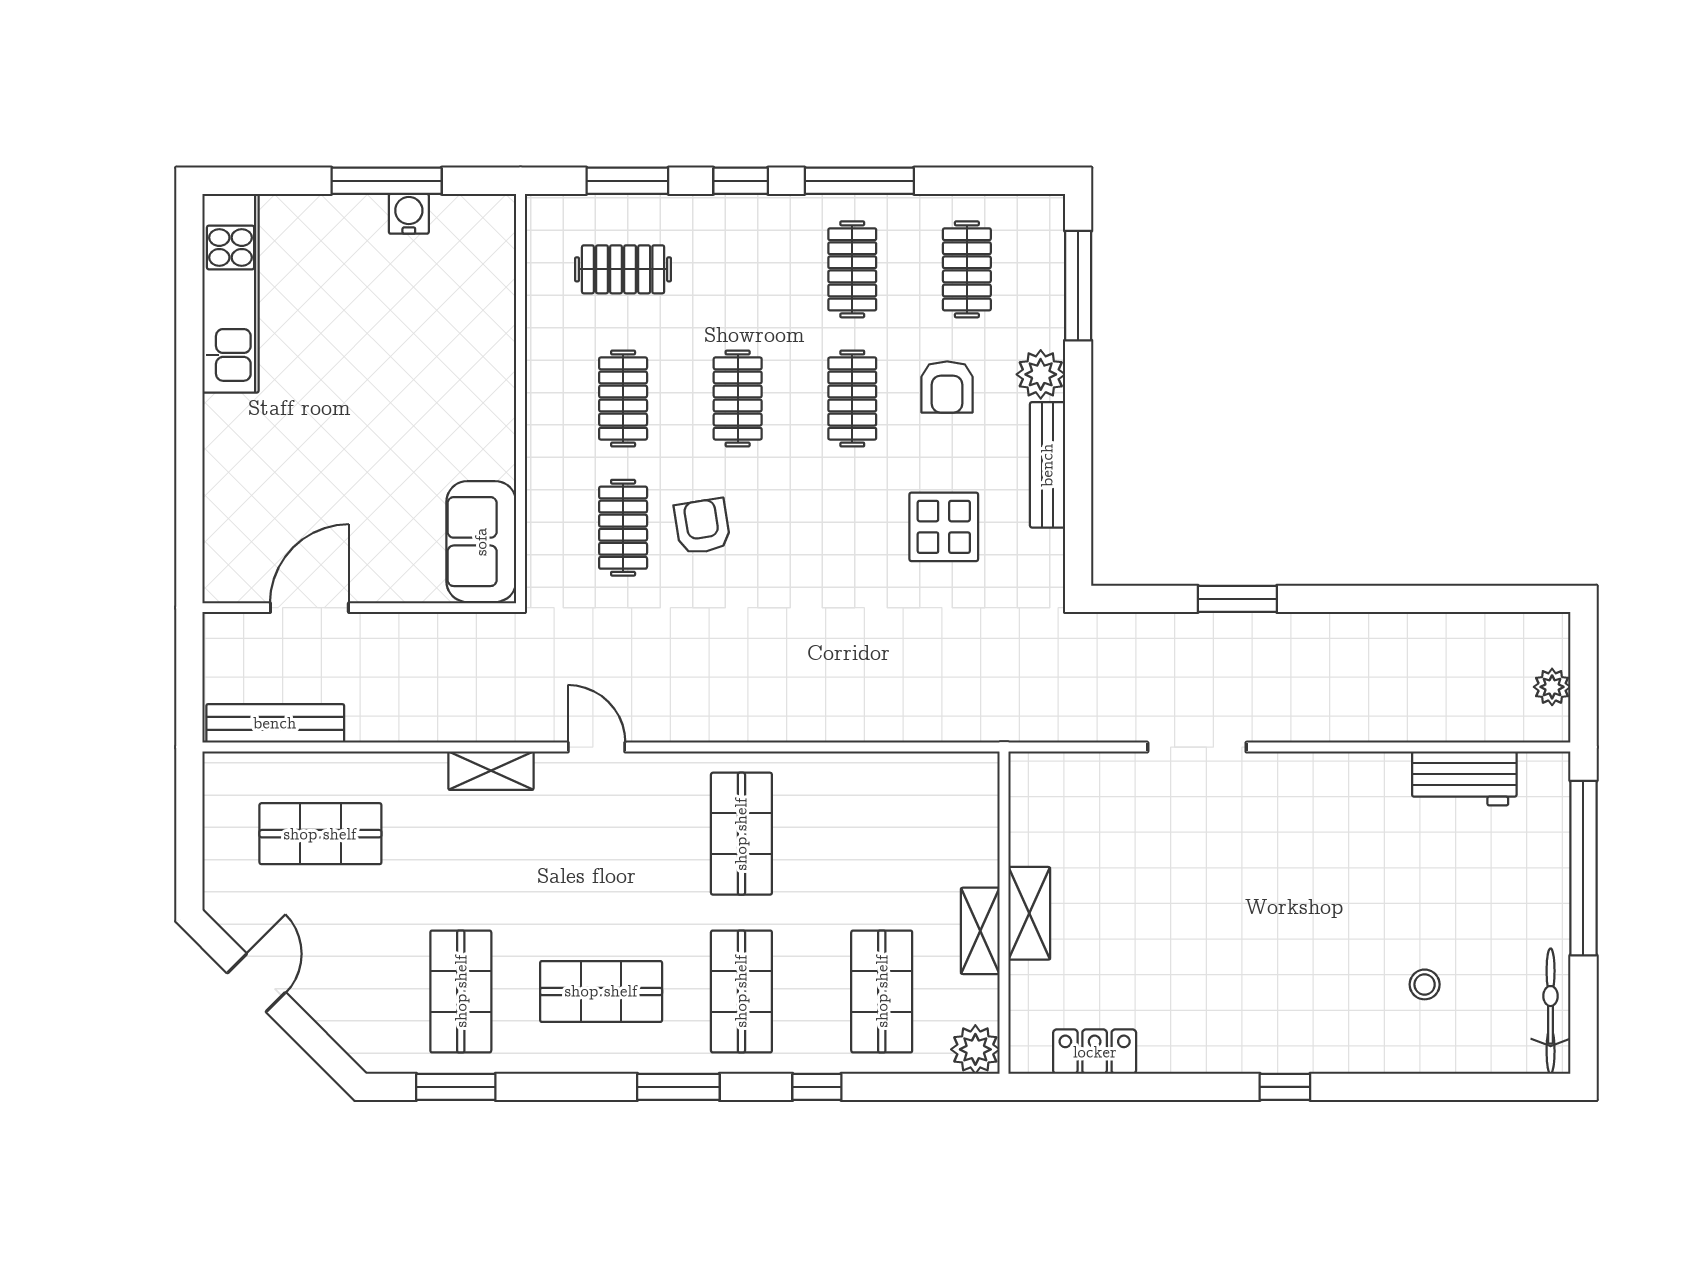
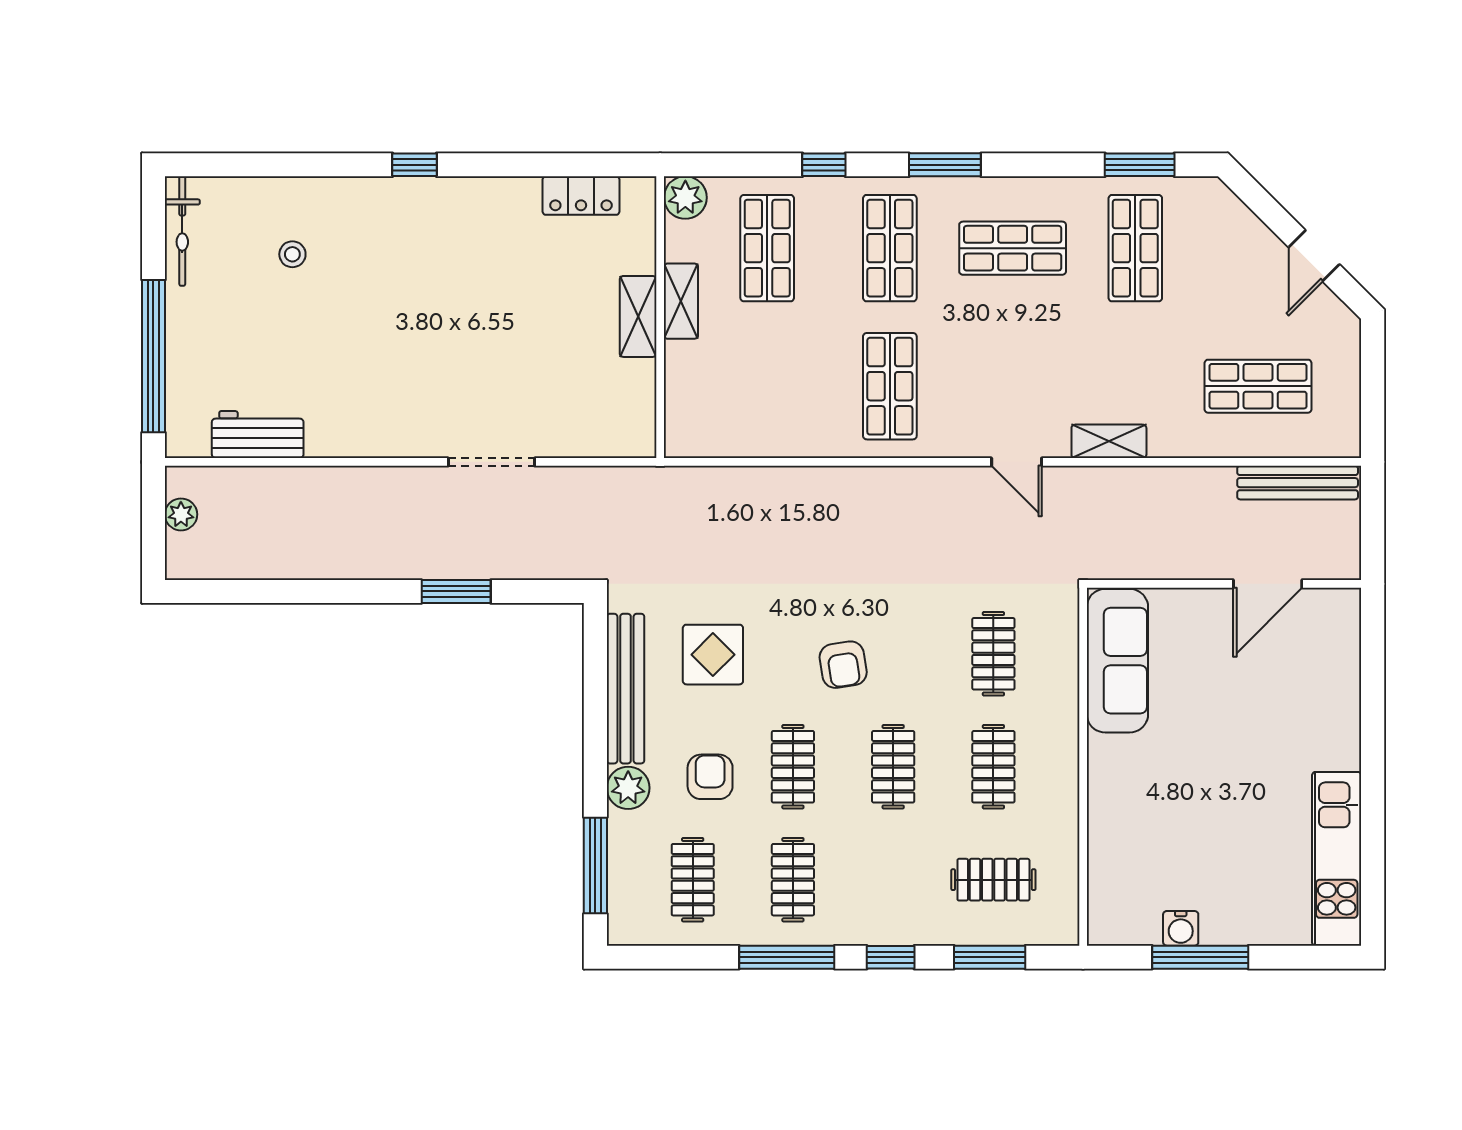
bench: (1047, 465) -> (625, 689), width x1.37, depth x1.21
armchair: (702, 526) -> (843, 665), moved
sofa: (481, 542) -> (1117, 661), width x1.36

